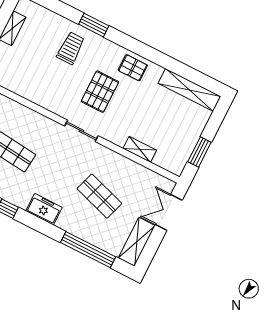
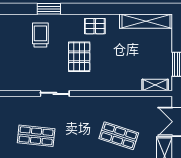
sliding door: (81, 131) -> (55, 93), moved
shelving: (140, 149) -> (155, 85), moved

